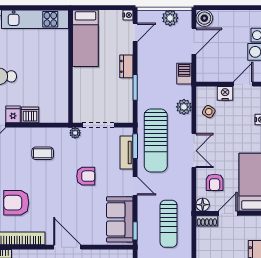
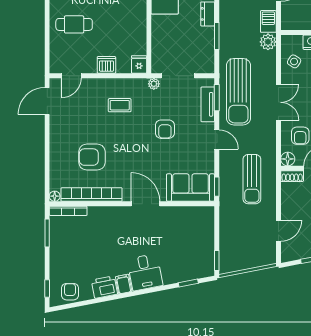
plant: (184, 107) -> (268, 42), moved
fridge: (13, 114) -> (139, 64), moved
armchair: (86, 176) -> (165, 129), turned 90
sofa: (120, 219) -> (190, 188), moved, turned 90

